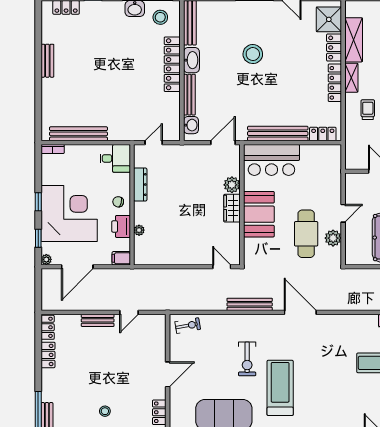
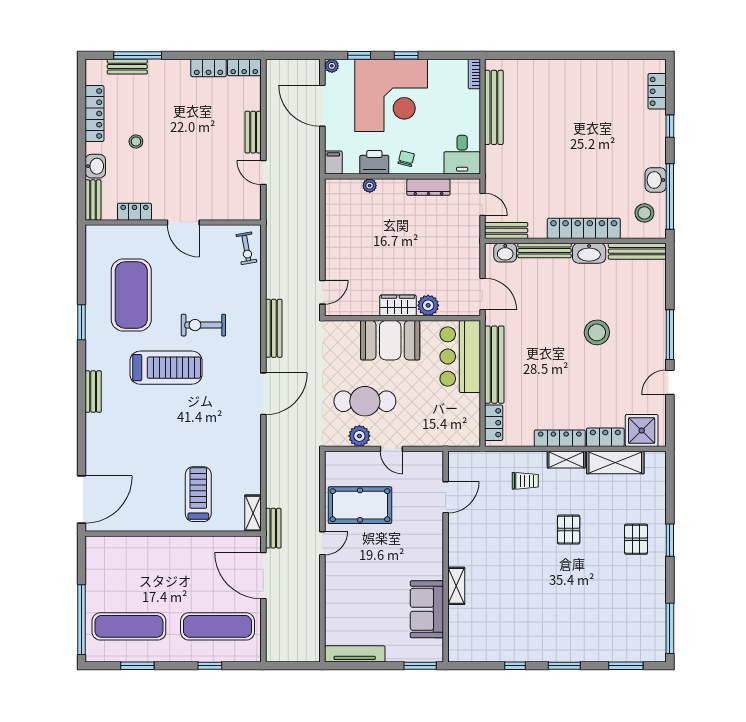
bench: (47, 61) -> (506, 230), moved

